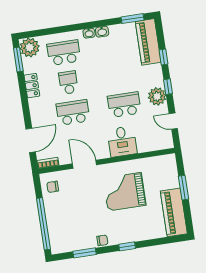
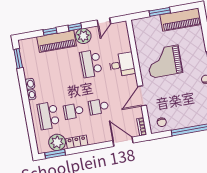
piano: (148, 42) -> (57, 41), moved
plant: (30, 47) -> (57, 142), moved
school desk: (73, 112) -> (99, 107), width x0.54
grand piano: (124, 192) -> (164, 62), turned 90

